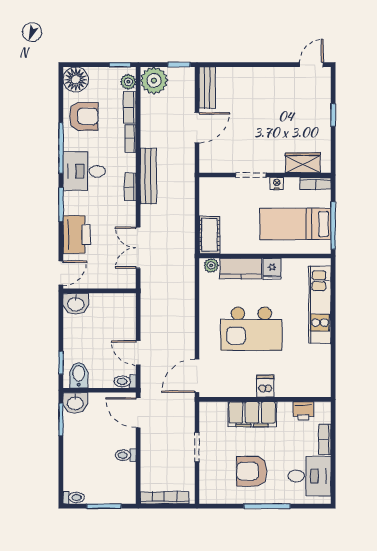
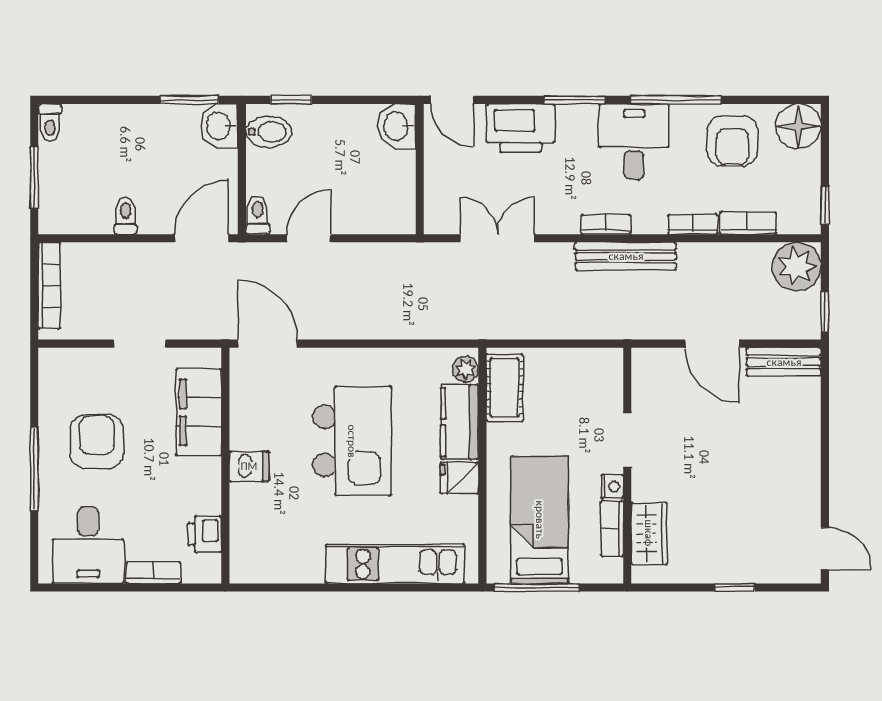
plant: (128, 82) -> (794, 221), removed
bookcase: (315, 183) -> (612, 529), moved
cot: (209, 235) -> (505, 388), moved, turned 90
kitchen island: (251, 329) -> (352, 441), turned 180
filing cabinet: (252, 414) -> (199, 412), moved

